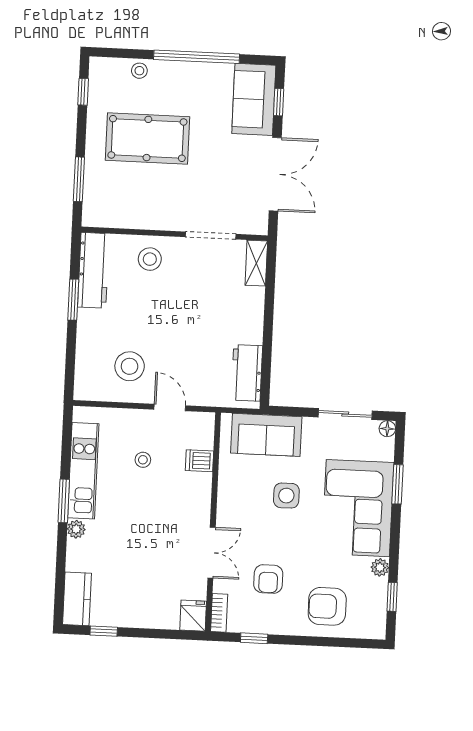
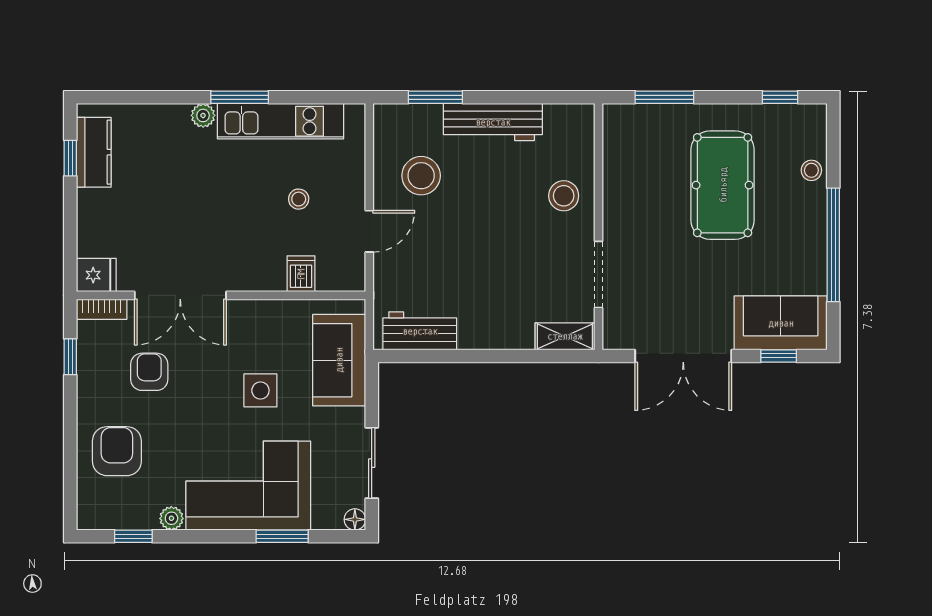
workbench: (93, 270) -> (493, 122), moved
window: (73, 300) -> (435, 97), moved
double door: (212, 553) -> (180, 295), width x1.37
armchair: (268, 579) -> (149, 372), turned 90
kitchen counter: (77, 599) -> (94, 152), moved, turned -90

